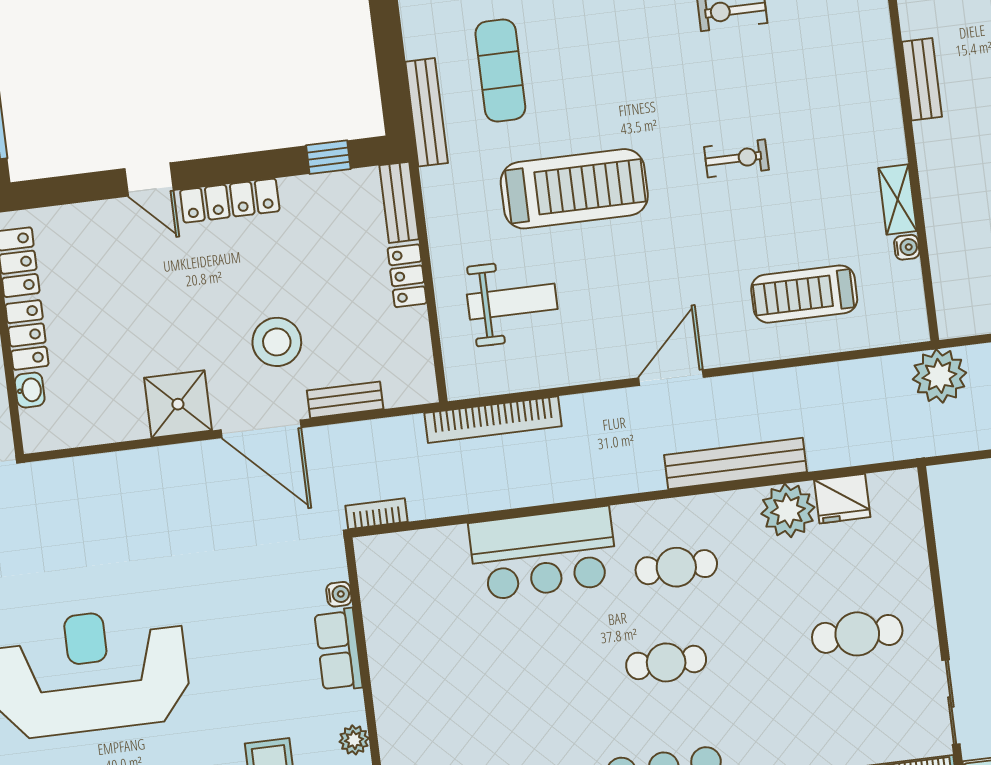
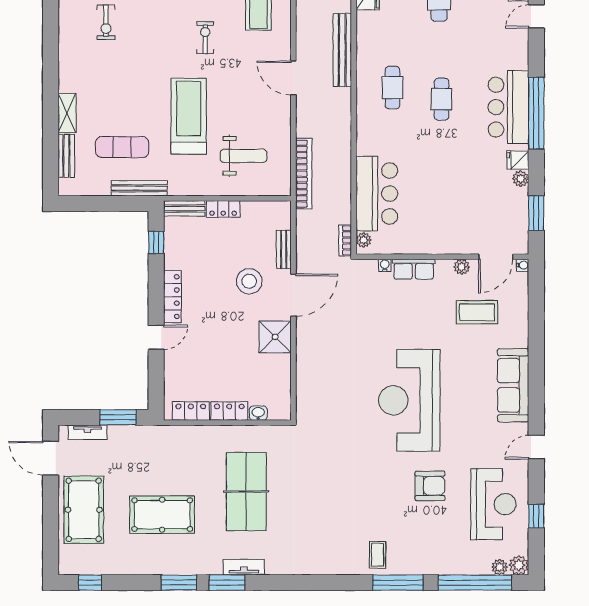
exercise bike: (736, 158) -> (205, 38), moved
weight bench: (512, 302) -> (243, 156), turned 90
plant: (788, 510) -> (364, 240), moved, width x0.53, depth x0.53
bar counter: (543, 554) -> (377, 194), moved

